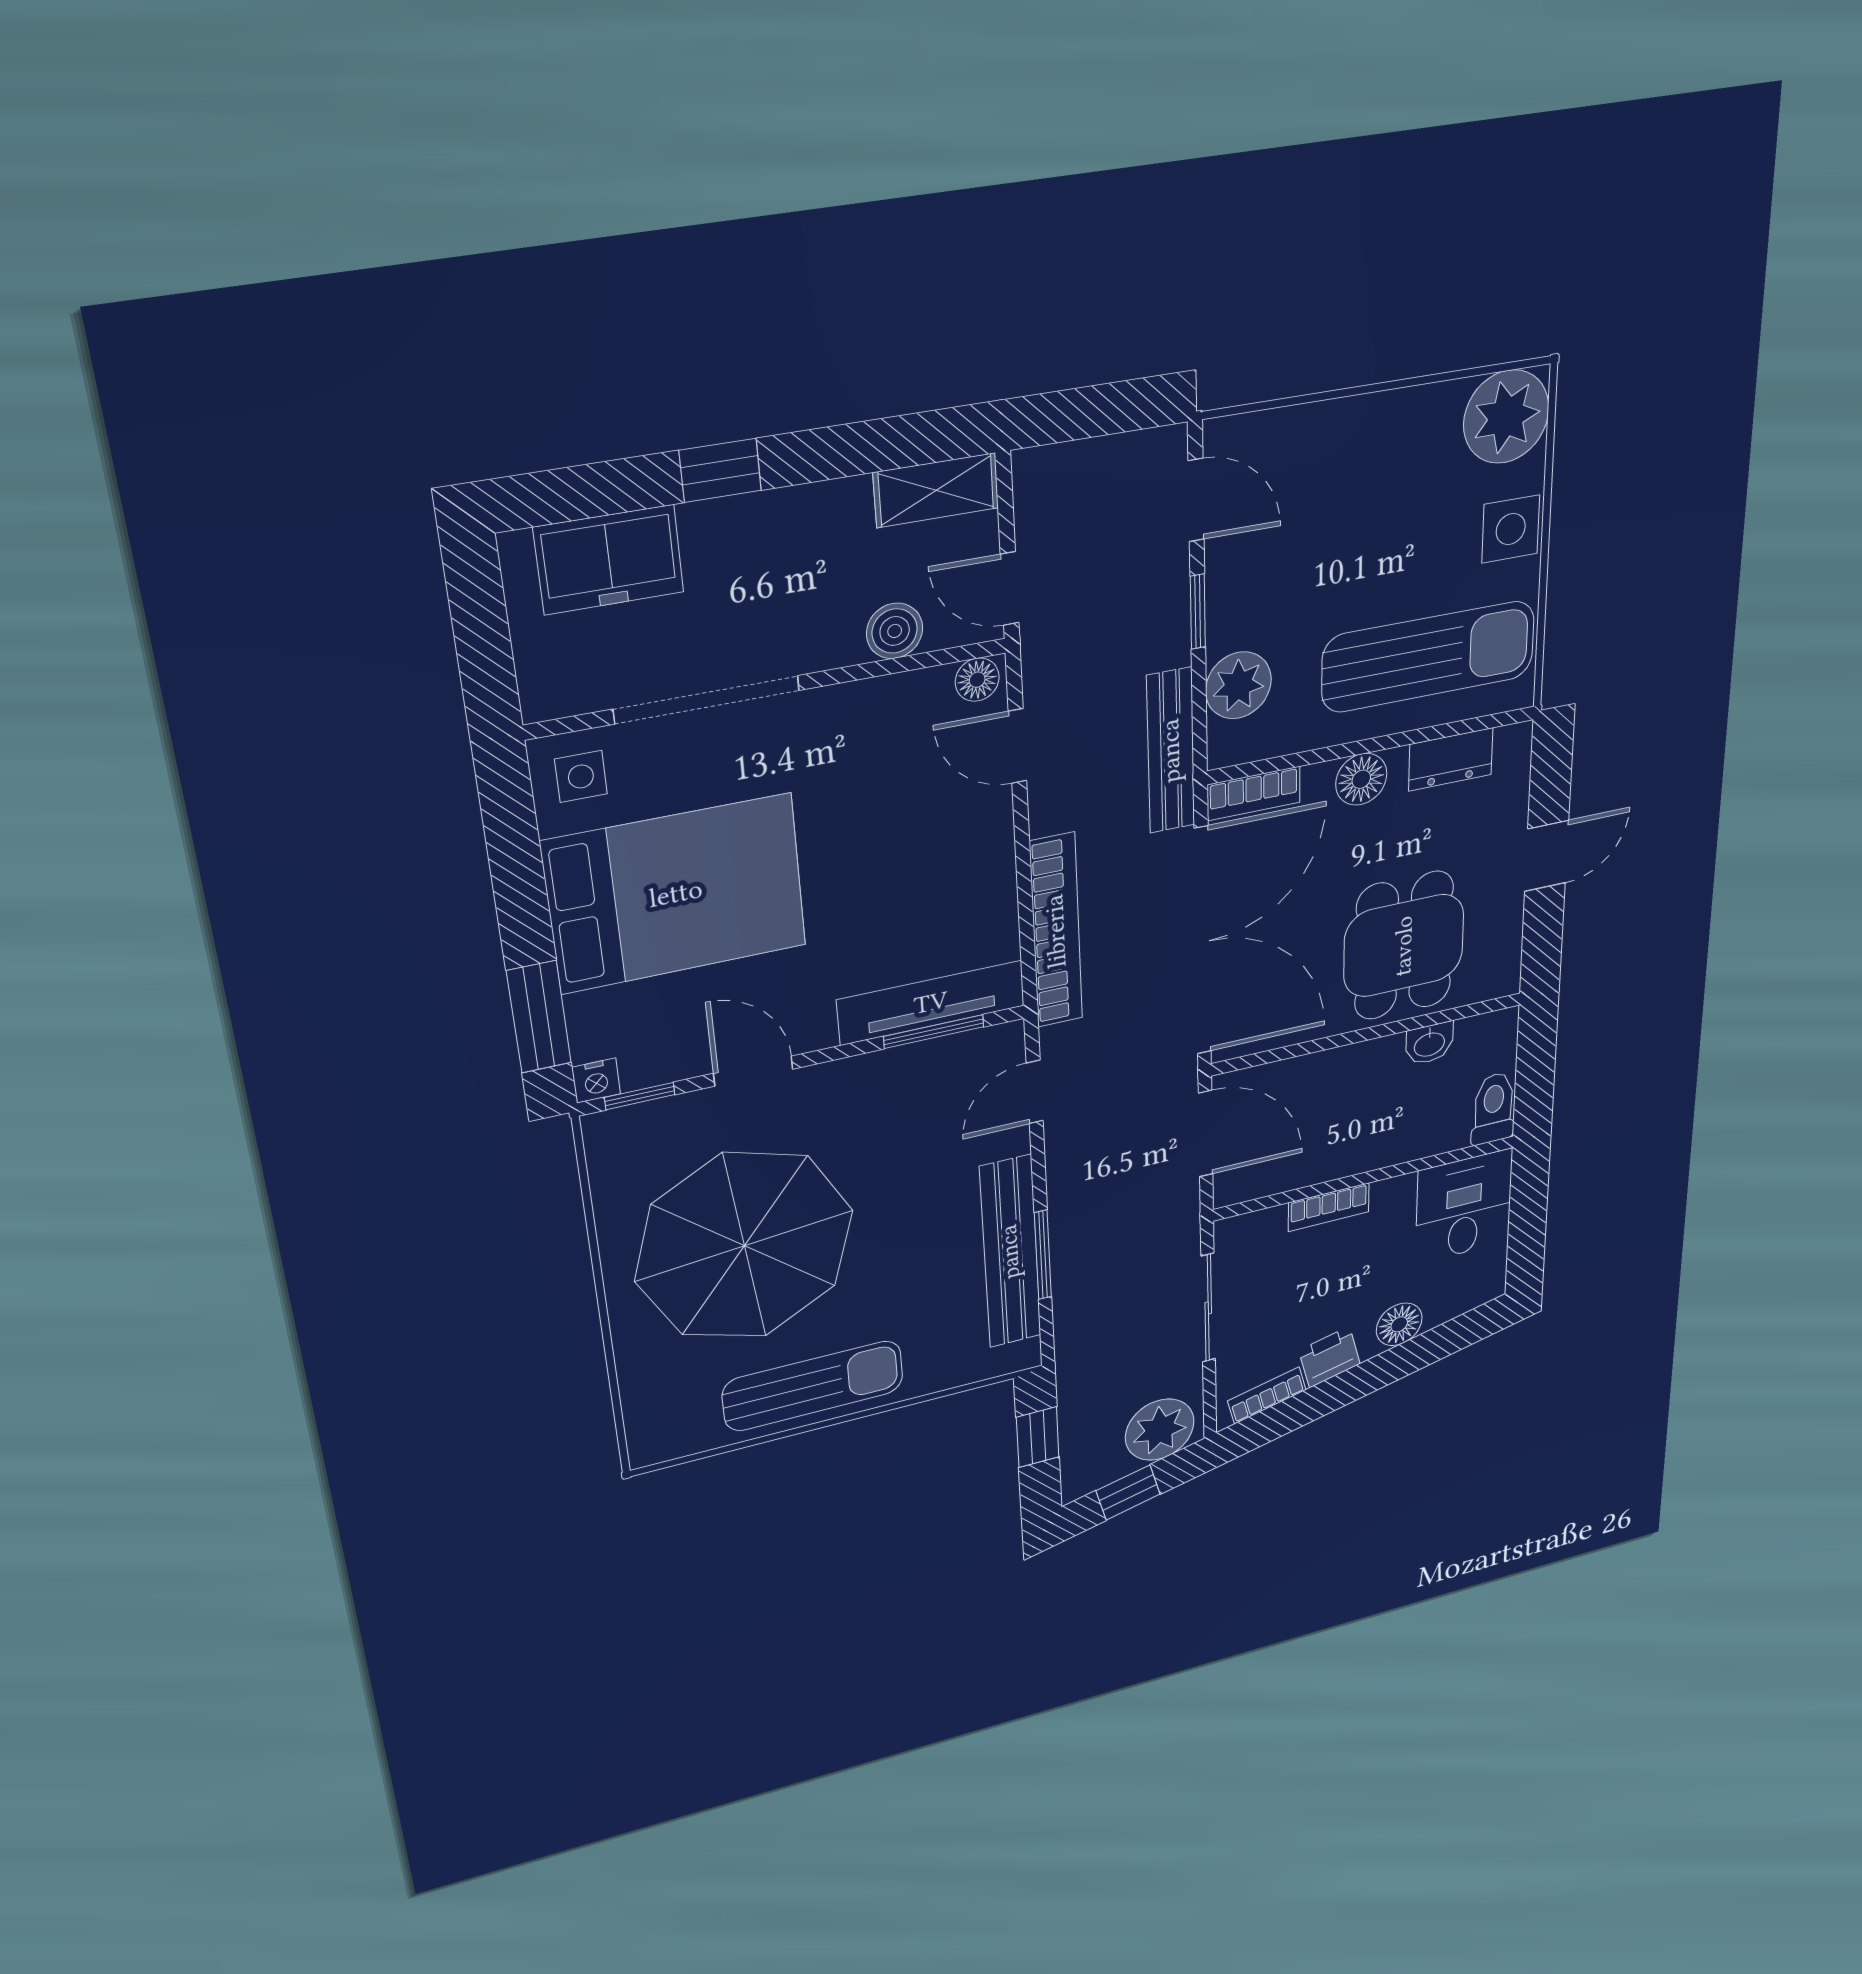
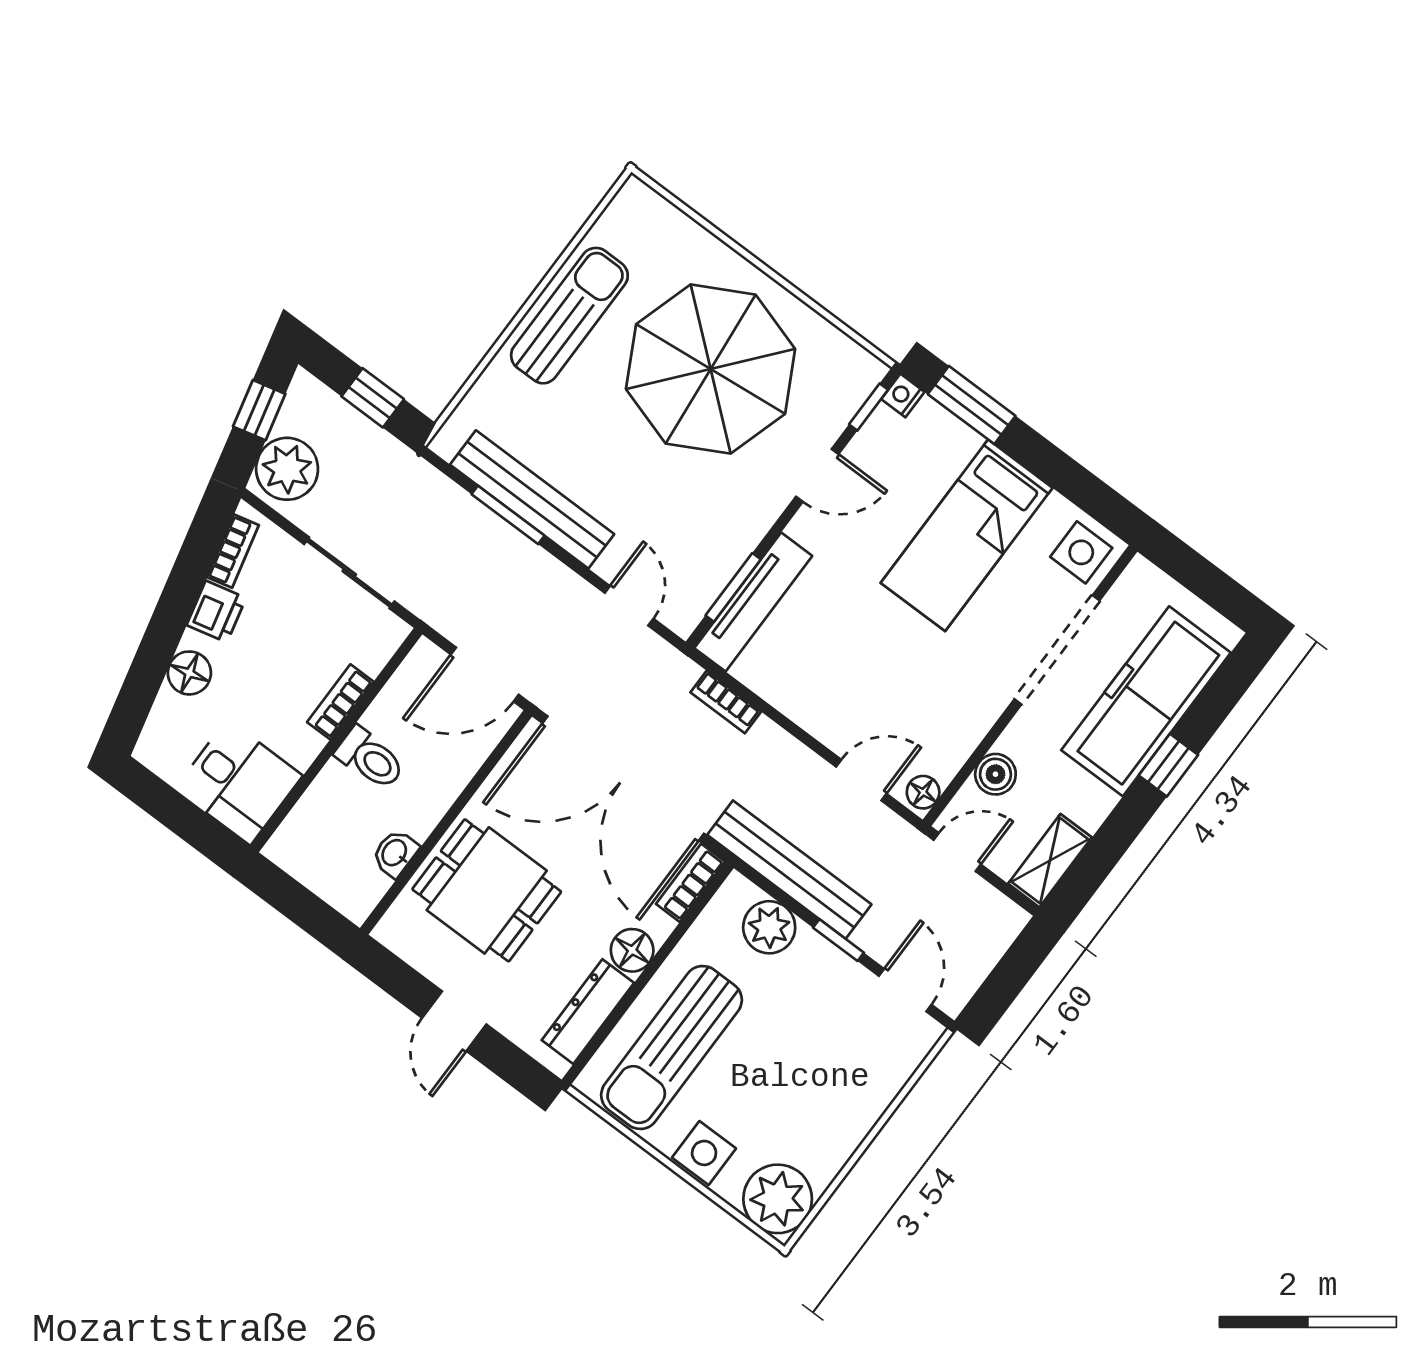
door: (1196, 500) -> (905, 990), swing flipped
freezer: (609, 560) -> (1146, 701), width x1.91, depth x1.26
bench: (1171, 751) -> (789, 870), width x1.37, depth x1.21
dresser: (1451, 759) -> (588, 1012), width x1.44
side table: (581, 776) -> (1081, 552), width x1.37, depth x1.37
bed: (676, 894) -> (967, 535), width x0.67
bookcase: (1056, 931) -> (726, 702), width x0.43, depth x0.76
toilet: (1493, 1108) -> (370, 758), moved
sun lounger: (813, 1386) -> (569, 316), turned 180

